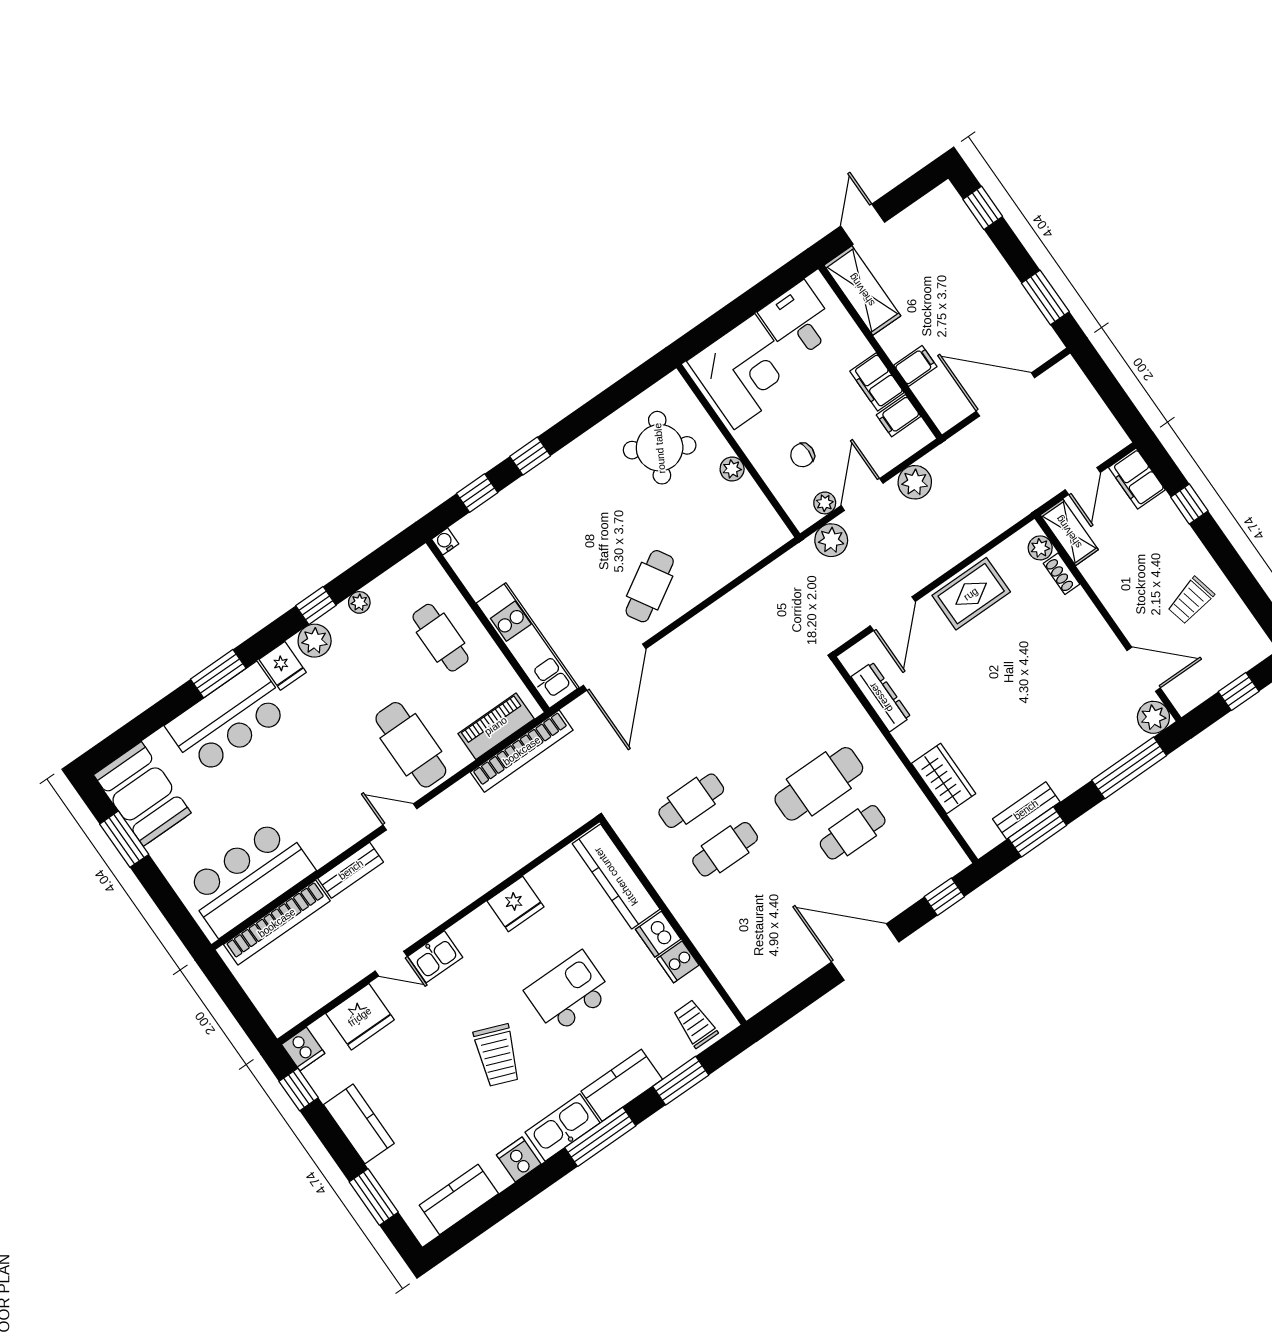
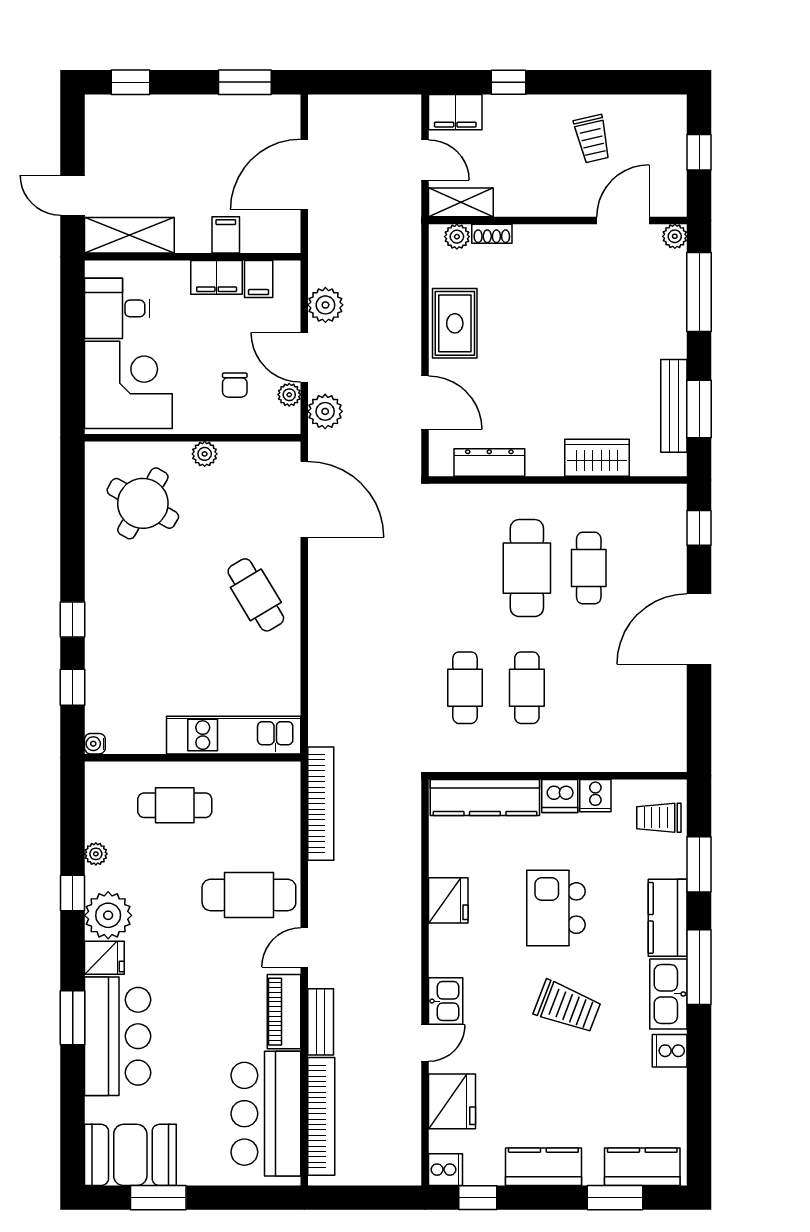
plant: (315, 641) -> (108, 915), width x1.36, depth x1.36
door: (615, 667) -> (304, 499), moved
plant: (1153, 717) -> (675, 236), width x0.73, depth x0.73
piano: (496, 726) -> (284, 1012), moved
bench: (1026, 810) -> (674, 406), width x1.36
kitchen counter: (459, 1199) -> (642, 1167), moved, turned 90

